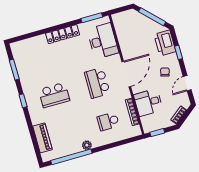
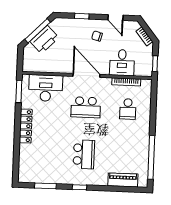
printer: (165, 43) -> (44, 40), moved, turned -45
plant: (87, 145) -> (145, 138), removed

